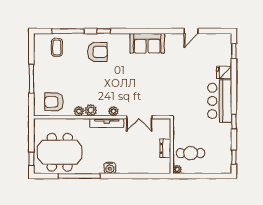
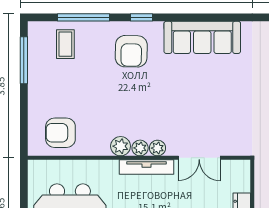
sofa: (147, 43) -> (202, 37), width x1.36
armchair: (97, 52) -> (131, 51), turned 91
window: (31, 79) -> (24, 60), moved
plant: (79, 111) -> (140, 148), moved

